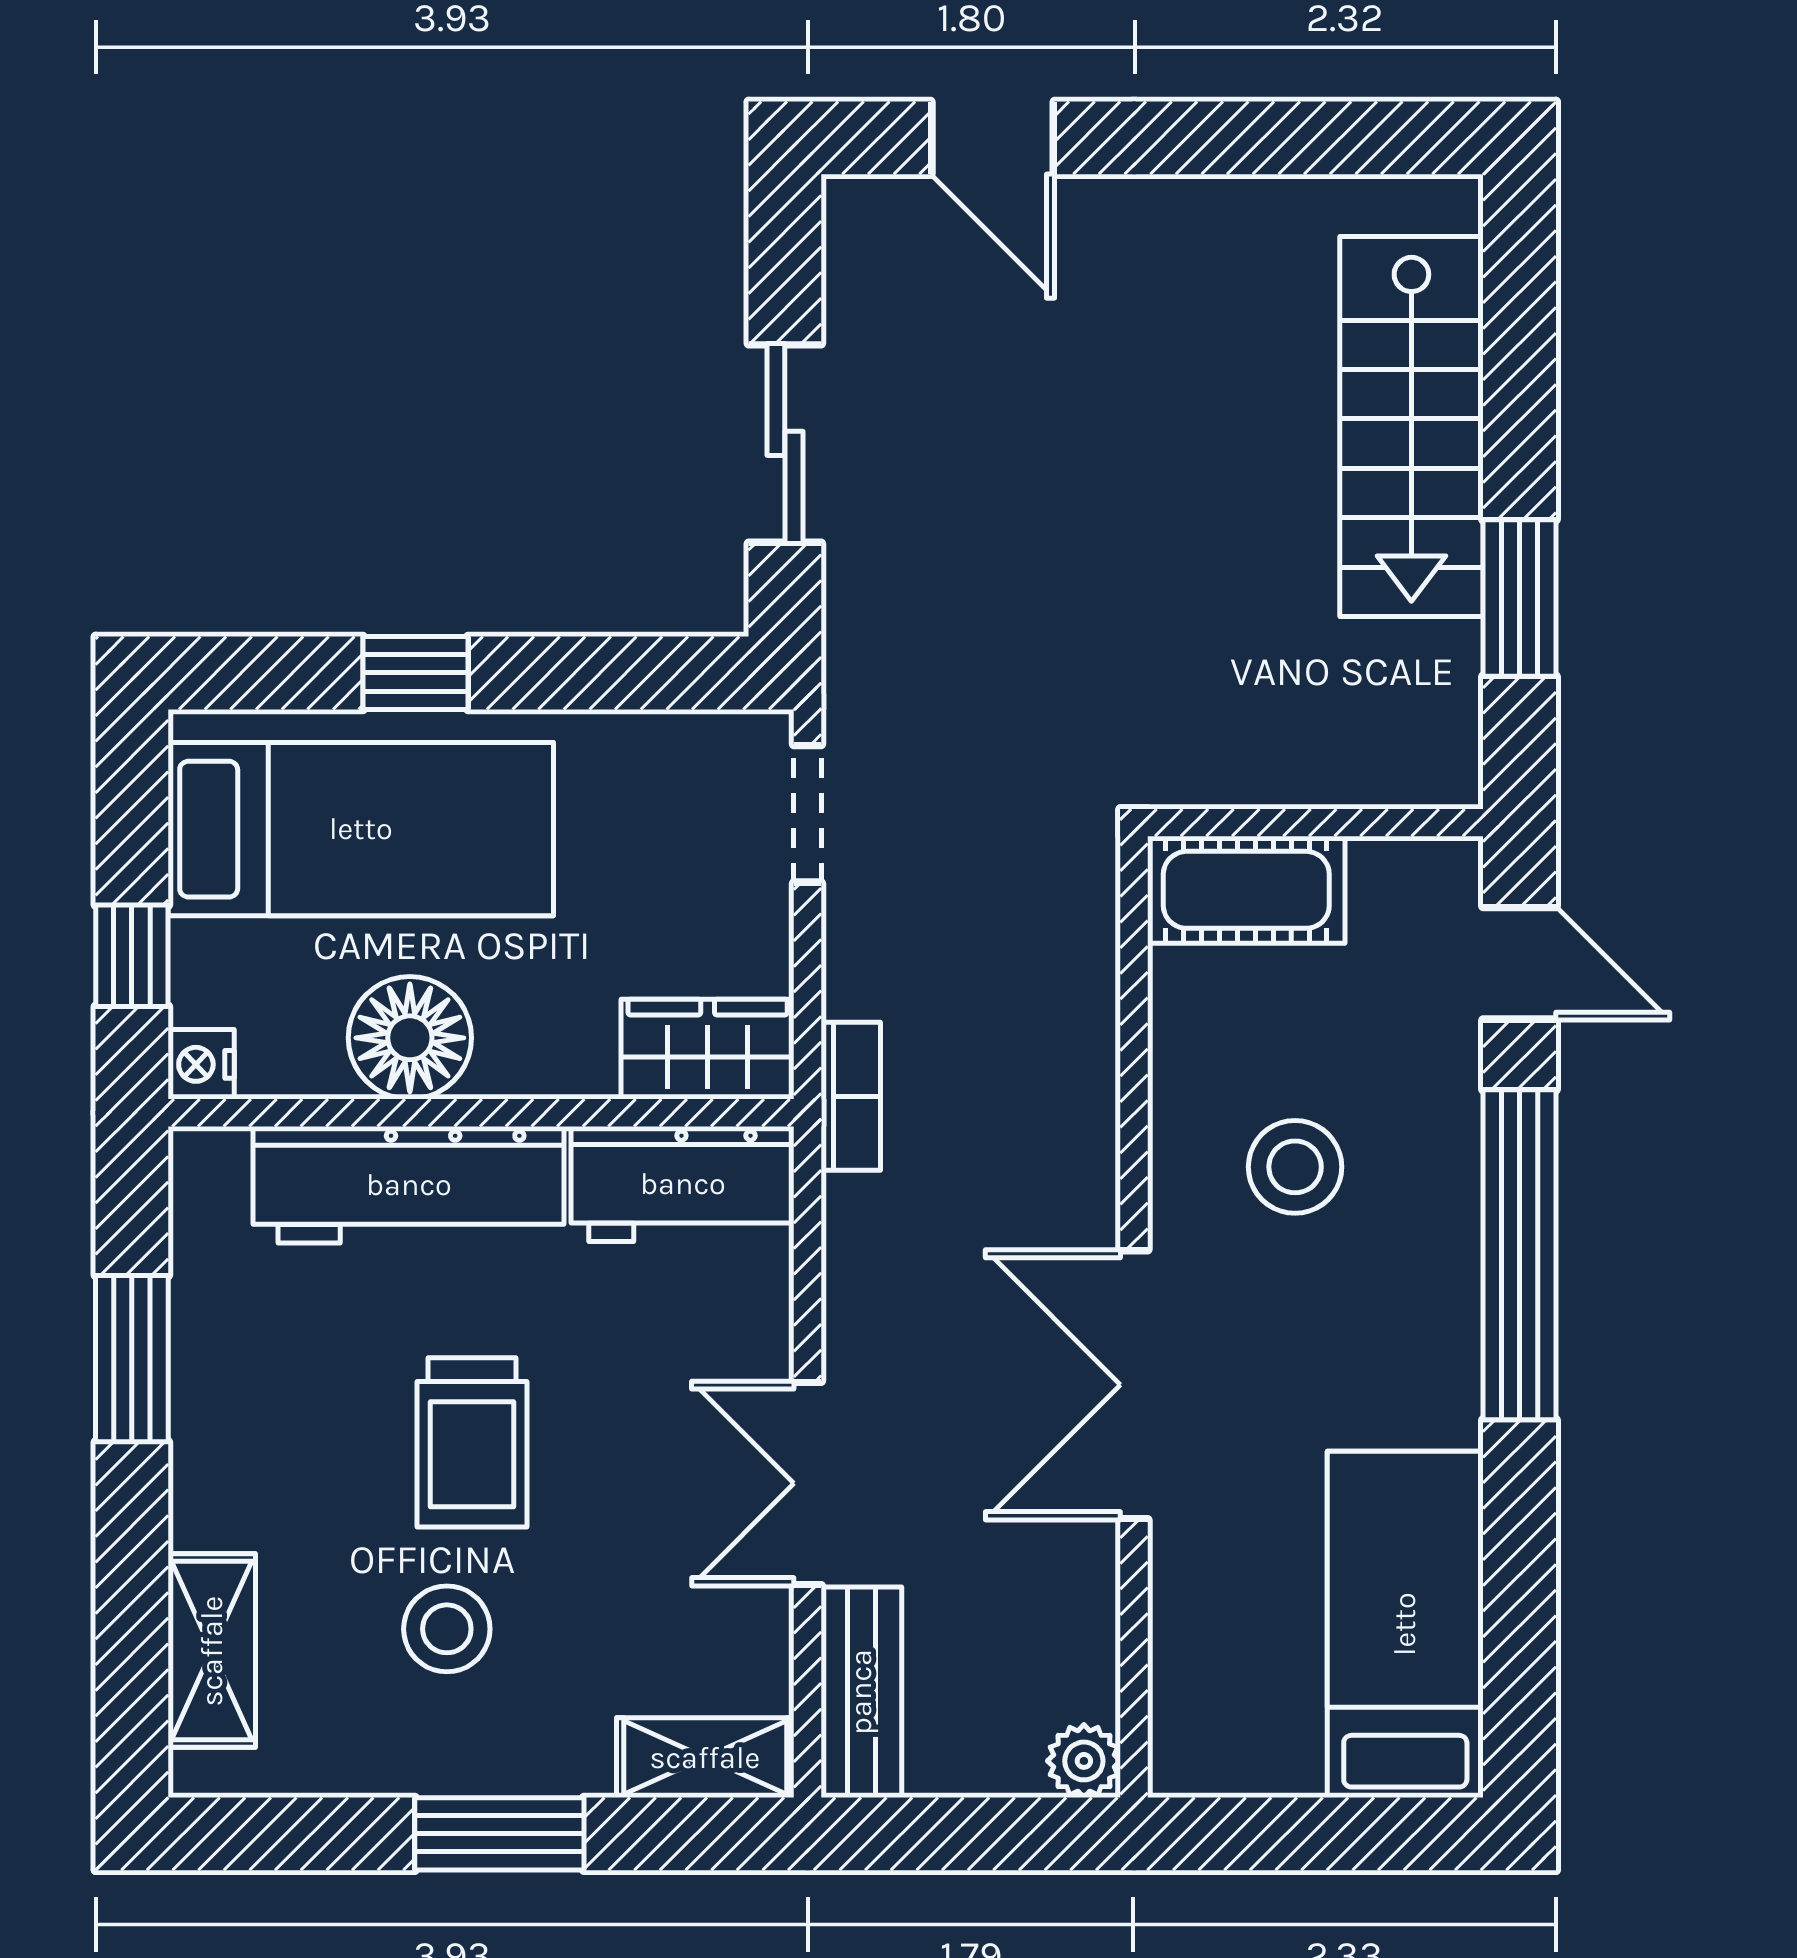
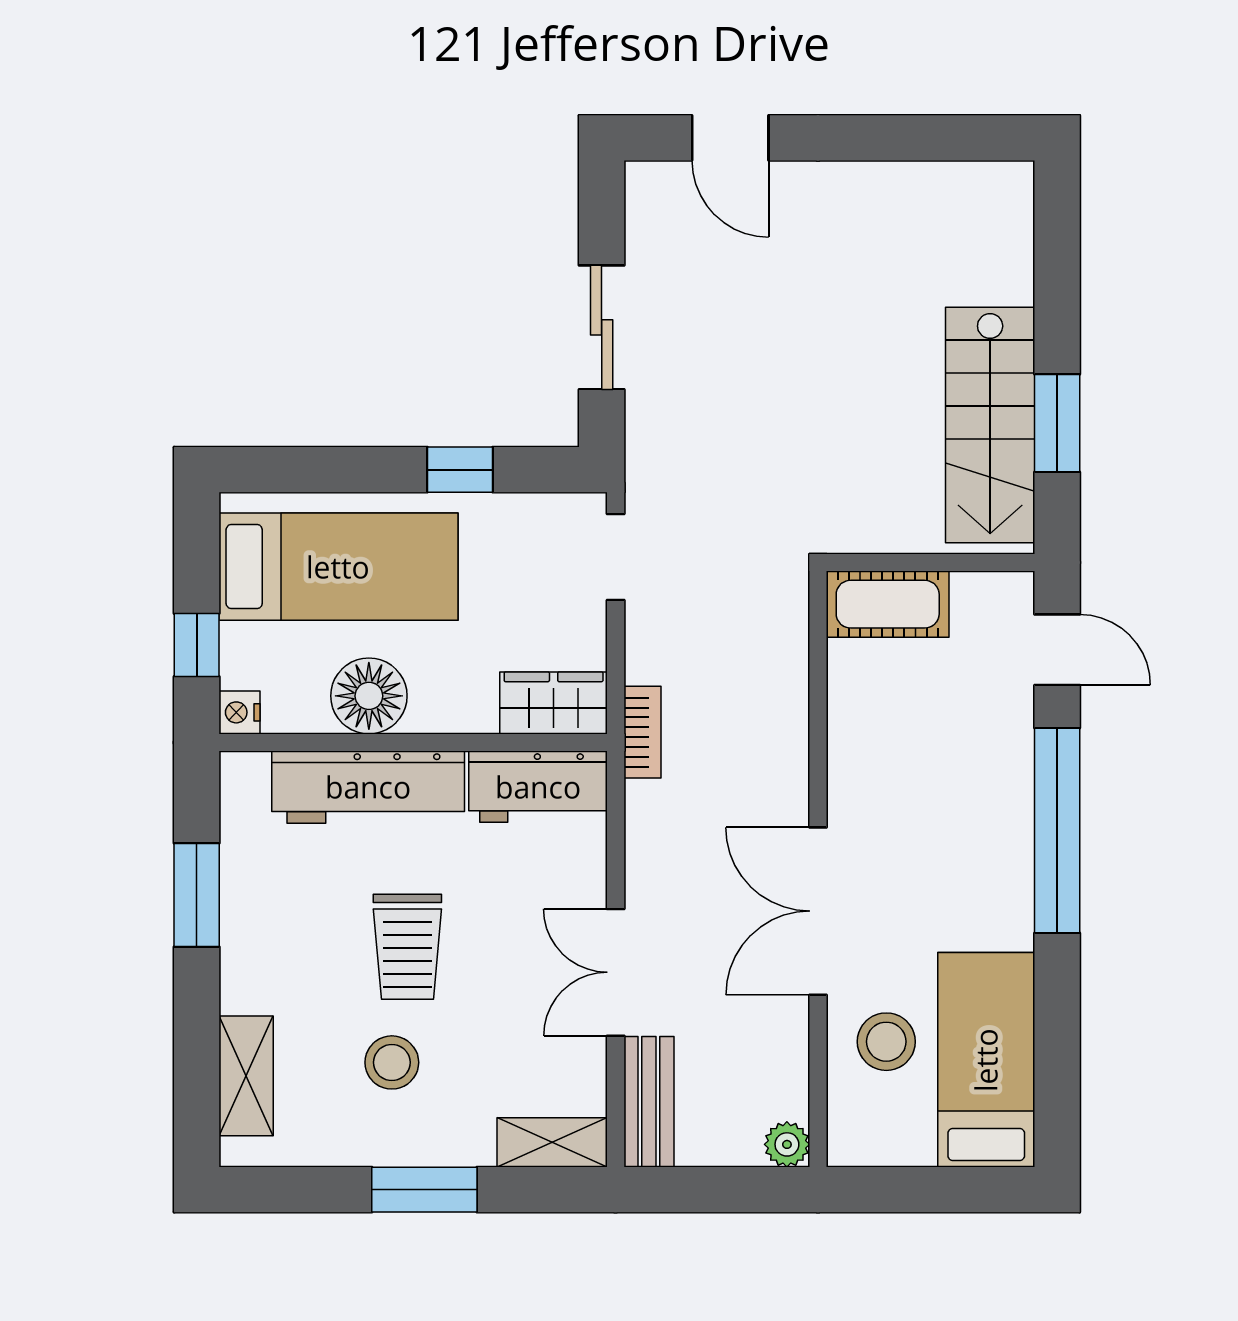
stairs: (1411, 427) -> (990, 425), moved
window: (416, 673) -> (460, 470), moved
stool: (1295, 1167) -> (886, 1042), moved

